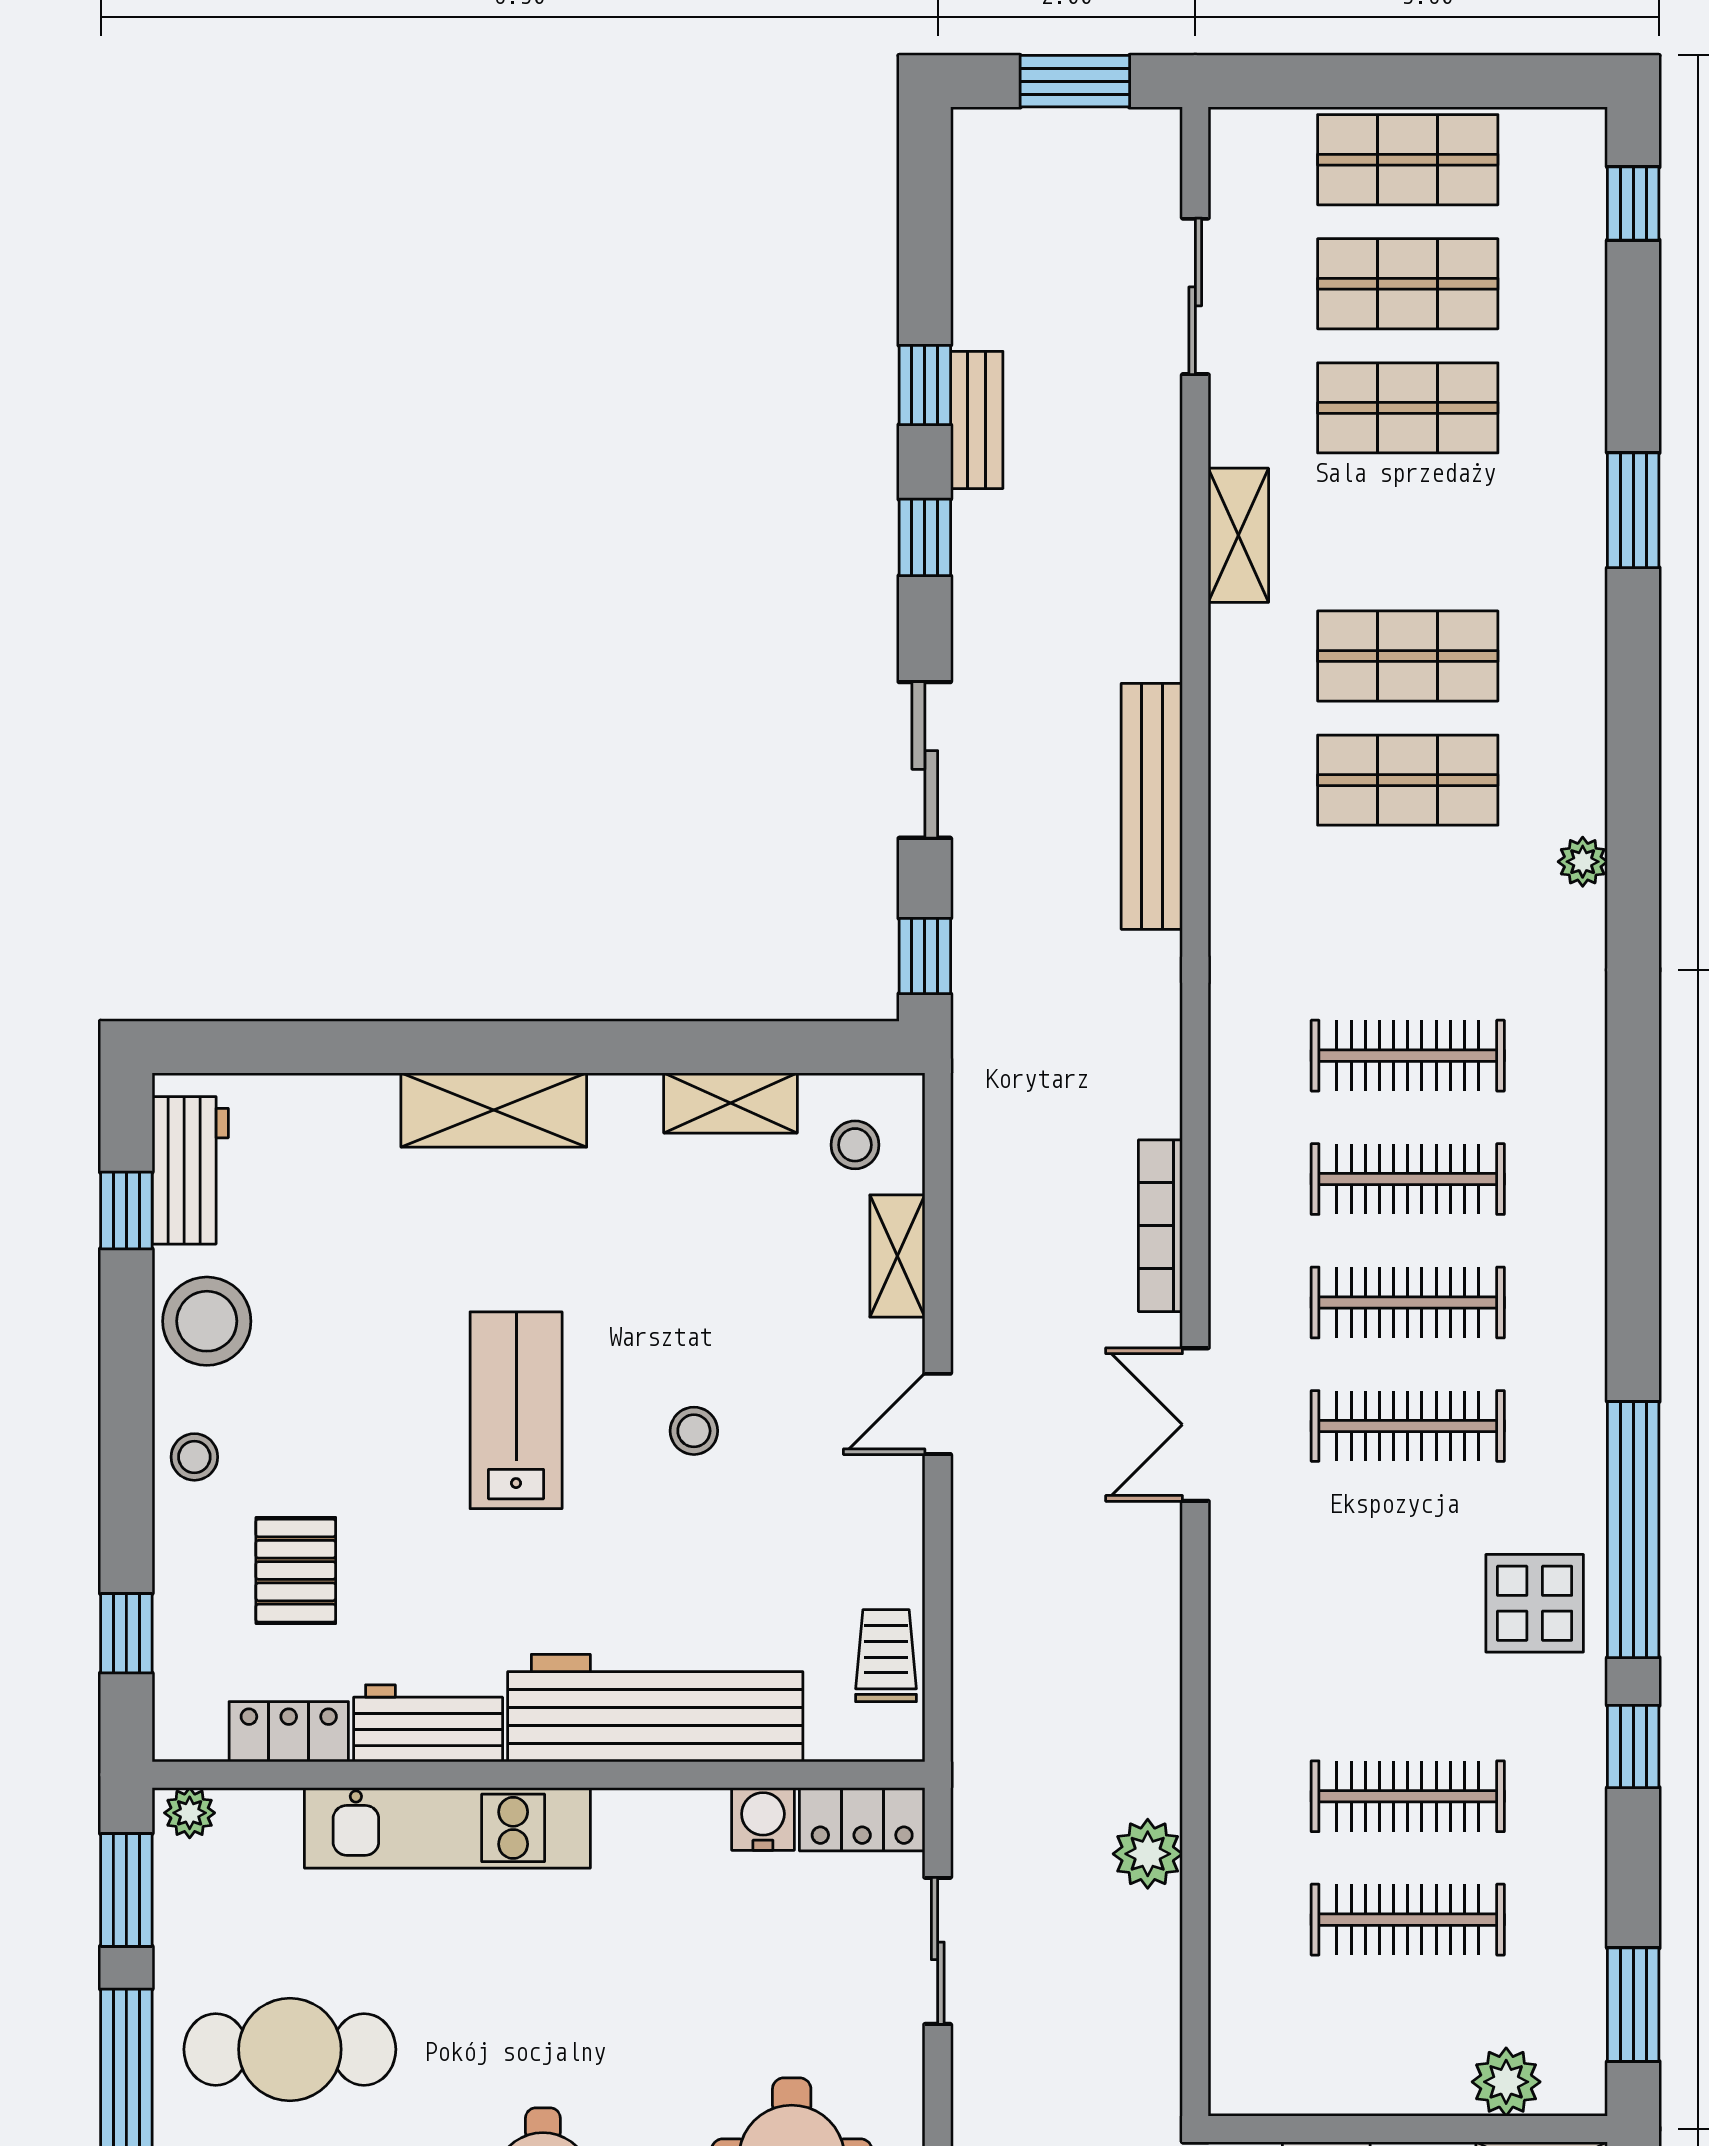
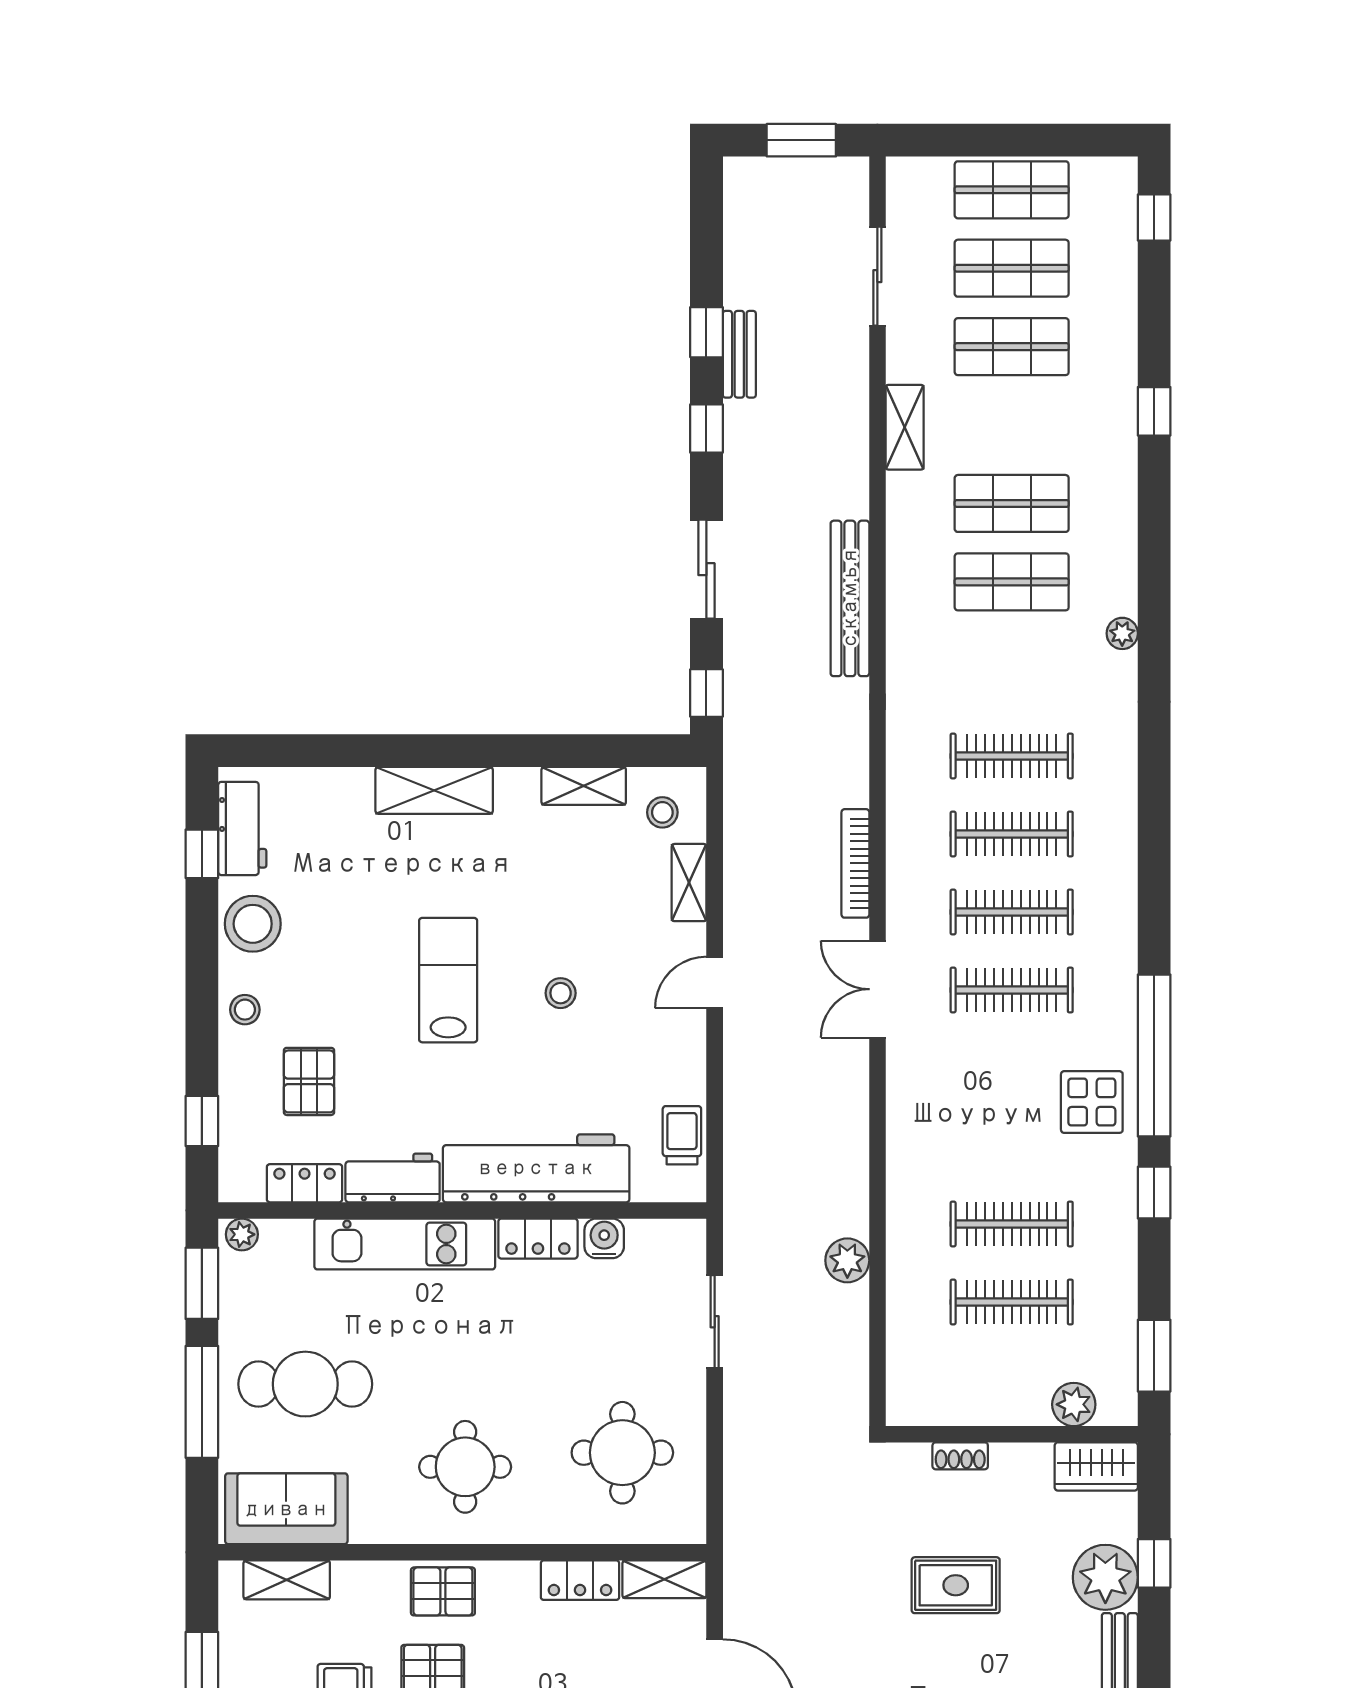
window: (1633, 510) -> (1154, 411), width x0.67
locker: (862, 1819) -> (538, 1239), moved

